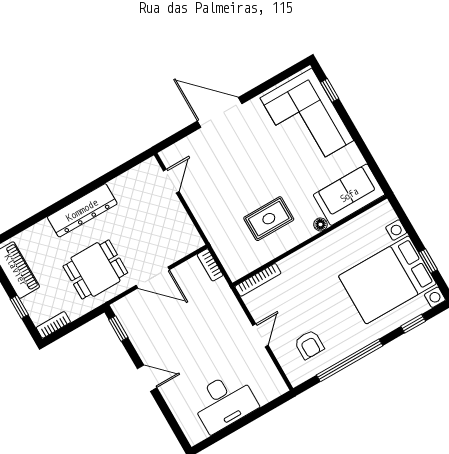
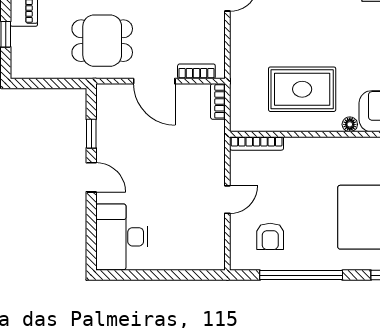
rug: (269, 219) -> (302, 89), width x1.36, depth x1.43
bookcase: (53, 325) -> (196, 71), moved
window: (118, 329) -> (91, 134), moved
desk: (224, 402) -> (122, 237), moved, turned 90

